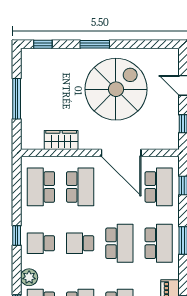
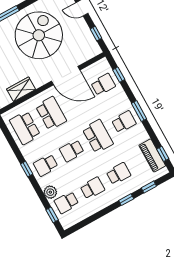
school desk: (159, 187) -> (103, 84), width x0.54
school desk: (159, 243) -> (124, 122), width x0.54

